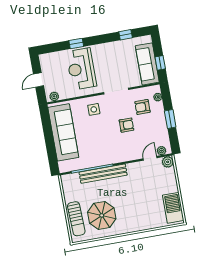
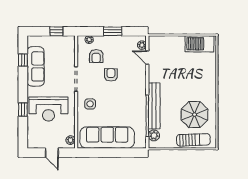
sofa: (147, 64) -> (36, 66), moved, turned -90
plant: (168, 162) -> (154, 135), moved

